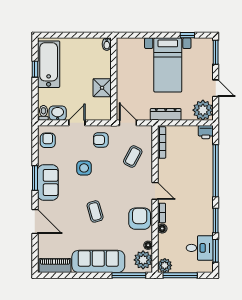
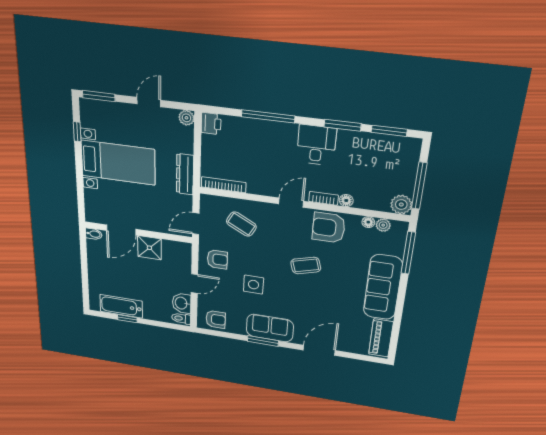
bathtub: (49, 64) -> (121, 306), width x0.73, depth x0.73
door: (114, 66) -> (121, 230), added
plant: (203, 110) -> (186, 118), width x0.53, depth x0.53
door: (77, 123) -> (194, 284), swing flipped
armchair: (48, 140) -> (216, 319), turned 180
armchair: (101, 140) -> (217, 259), turned -90
window: (216, 171) -> (268, 116), width x0.68
coffee table: (95, 211) -> (306, 265), moved
desk: (200, 248) -> (316, 145), moved
plant: (143, 260) -> (383, 225), width x0.53, depth x0.53

